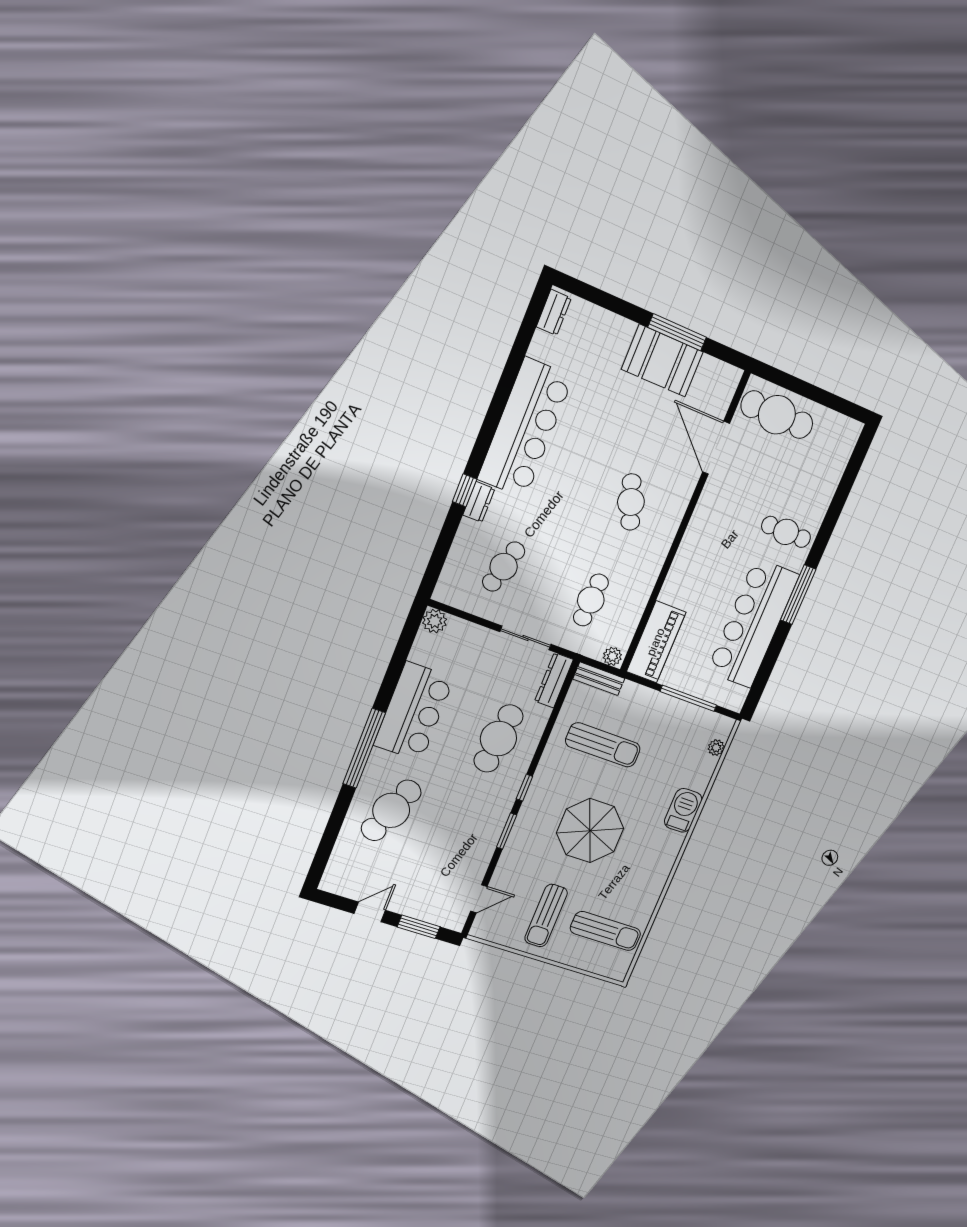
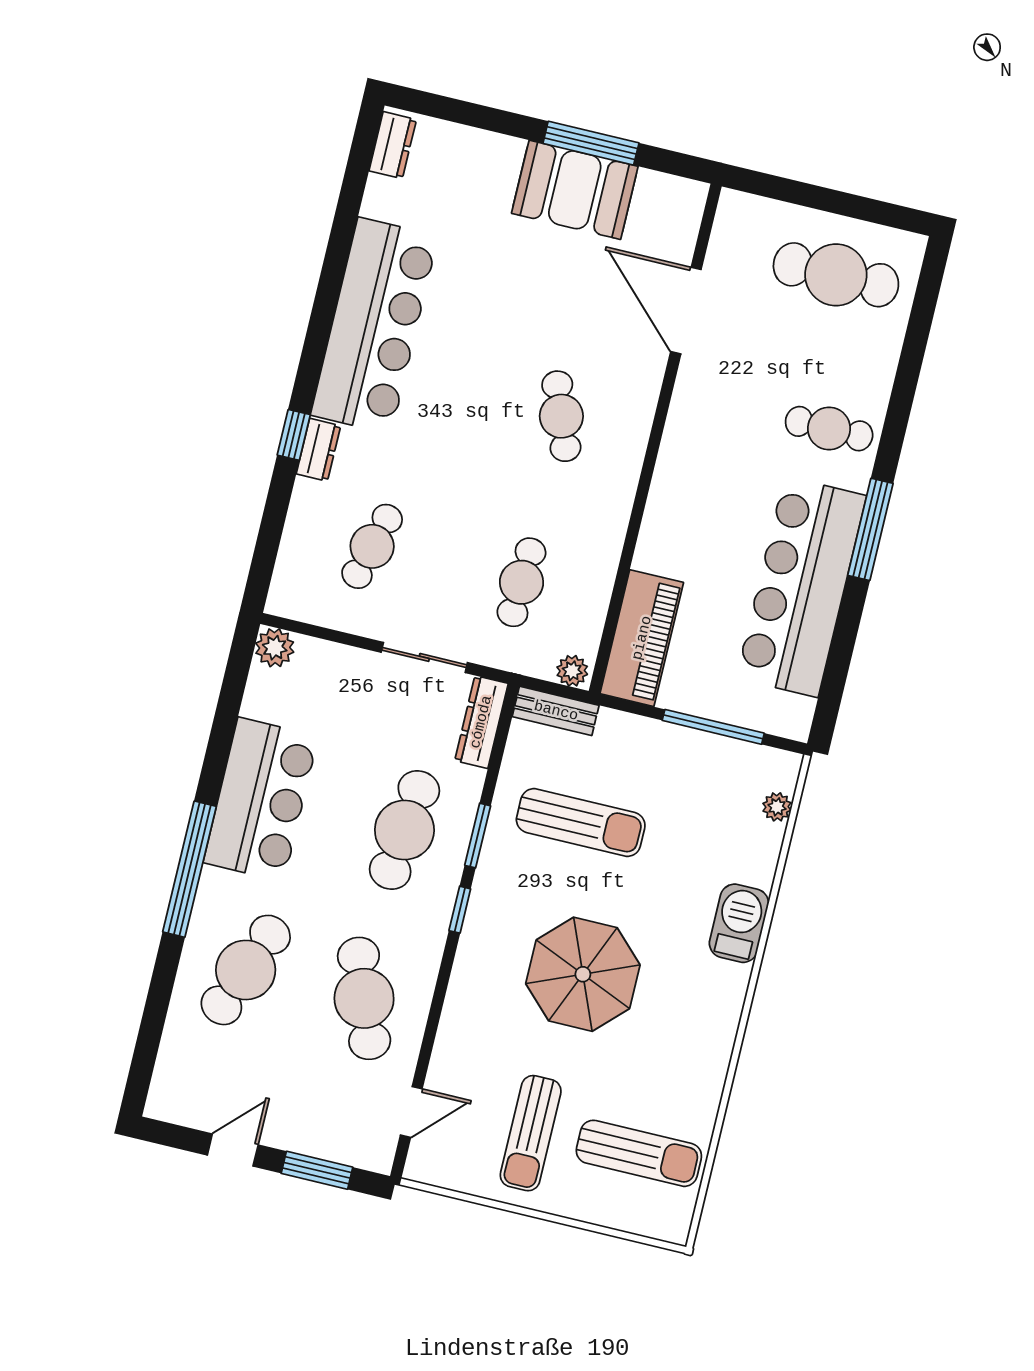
cafe table: (777, 415) -> (836, 275), moved
window: (507, 831) -> (478, 836), moved
cafe table: (460, 833) -> (364, 998), added

